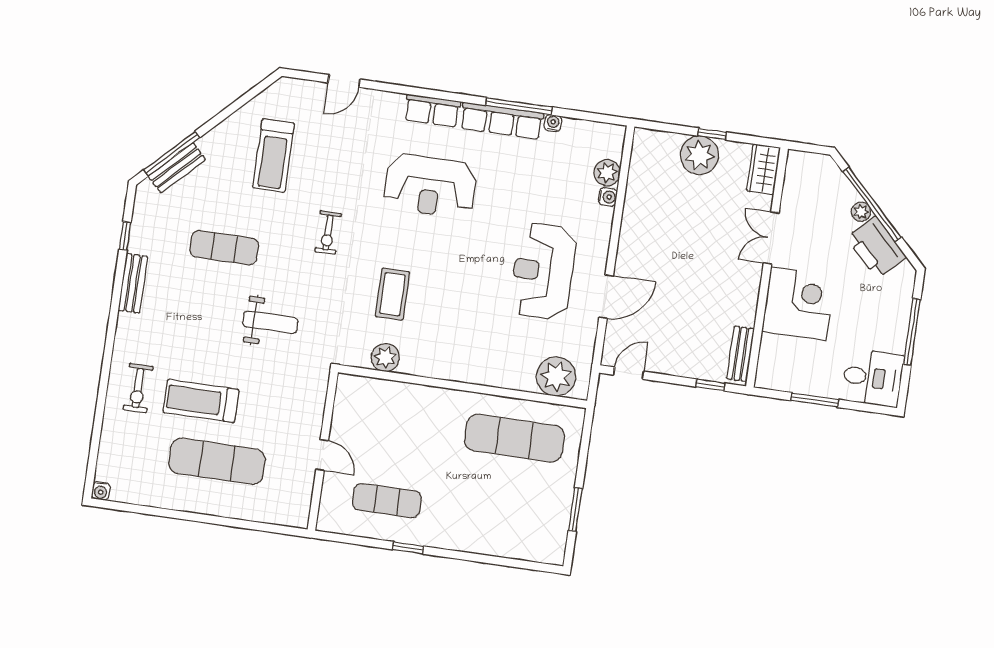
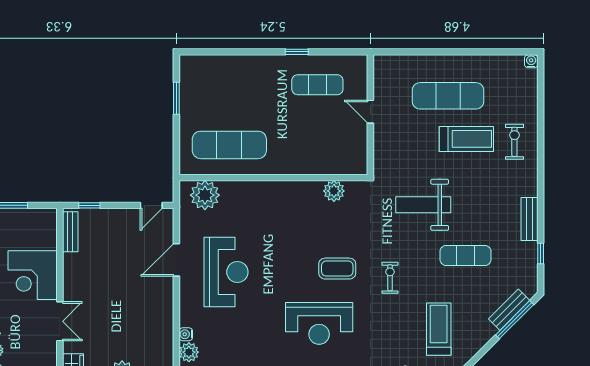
reception desk: (430, 186) -> (319, 323), turned 180
coffee table: (392, 294) -> (337, 269), moved, turned 90
weight bench: (270, 322) -> (423, 205), width x1.36, depth x1.33

